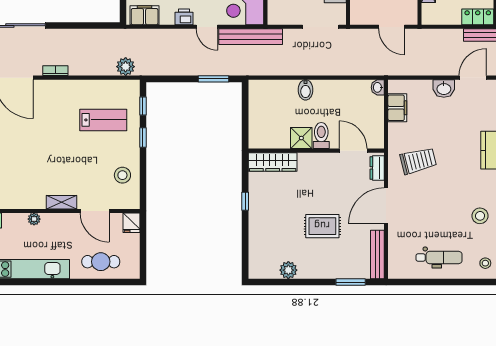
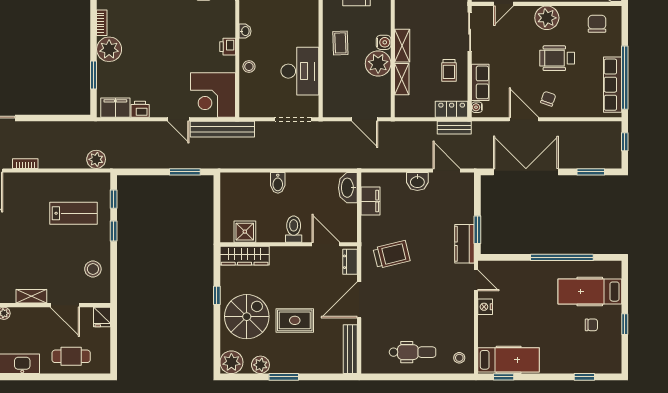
printer: (184, 17) -> (140, 109), moved
door: (473, 78) -> (447, 171), hinge flipped
washbasin: (378, 87) -> (348, 188), width x1.91, depth x1.45
shower: (301, 138) -> (245, 232), moved
stool: (480, 216) -> (454, 310), removed
spiral stairs: (275, 222) -> (247, 317), added
plant: (260, 268) -> (231, 362), added
window: (351, 282) -> (284, 377), moved

